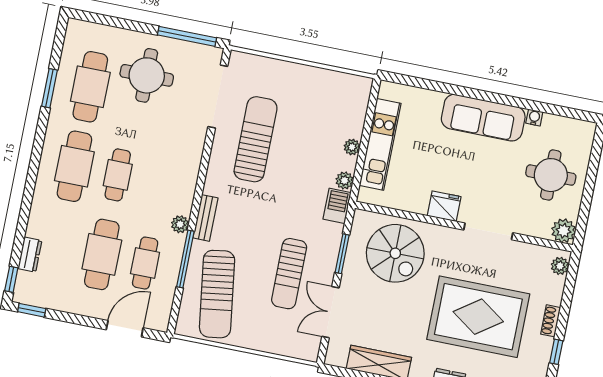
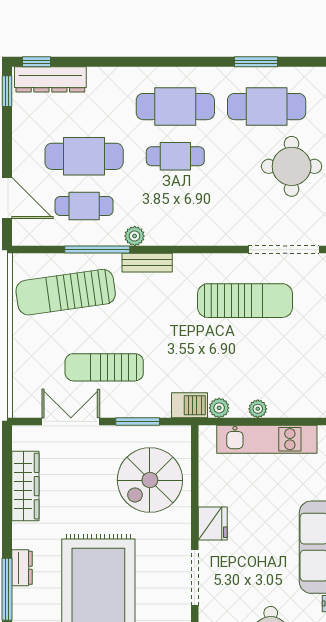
dresser: (30, 255) -> (50, 79), width x1.96, depth x1.24

